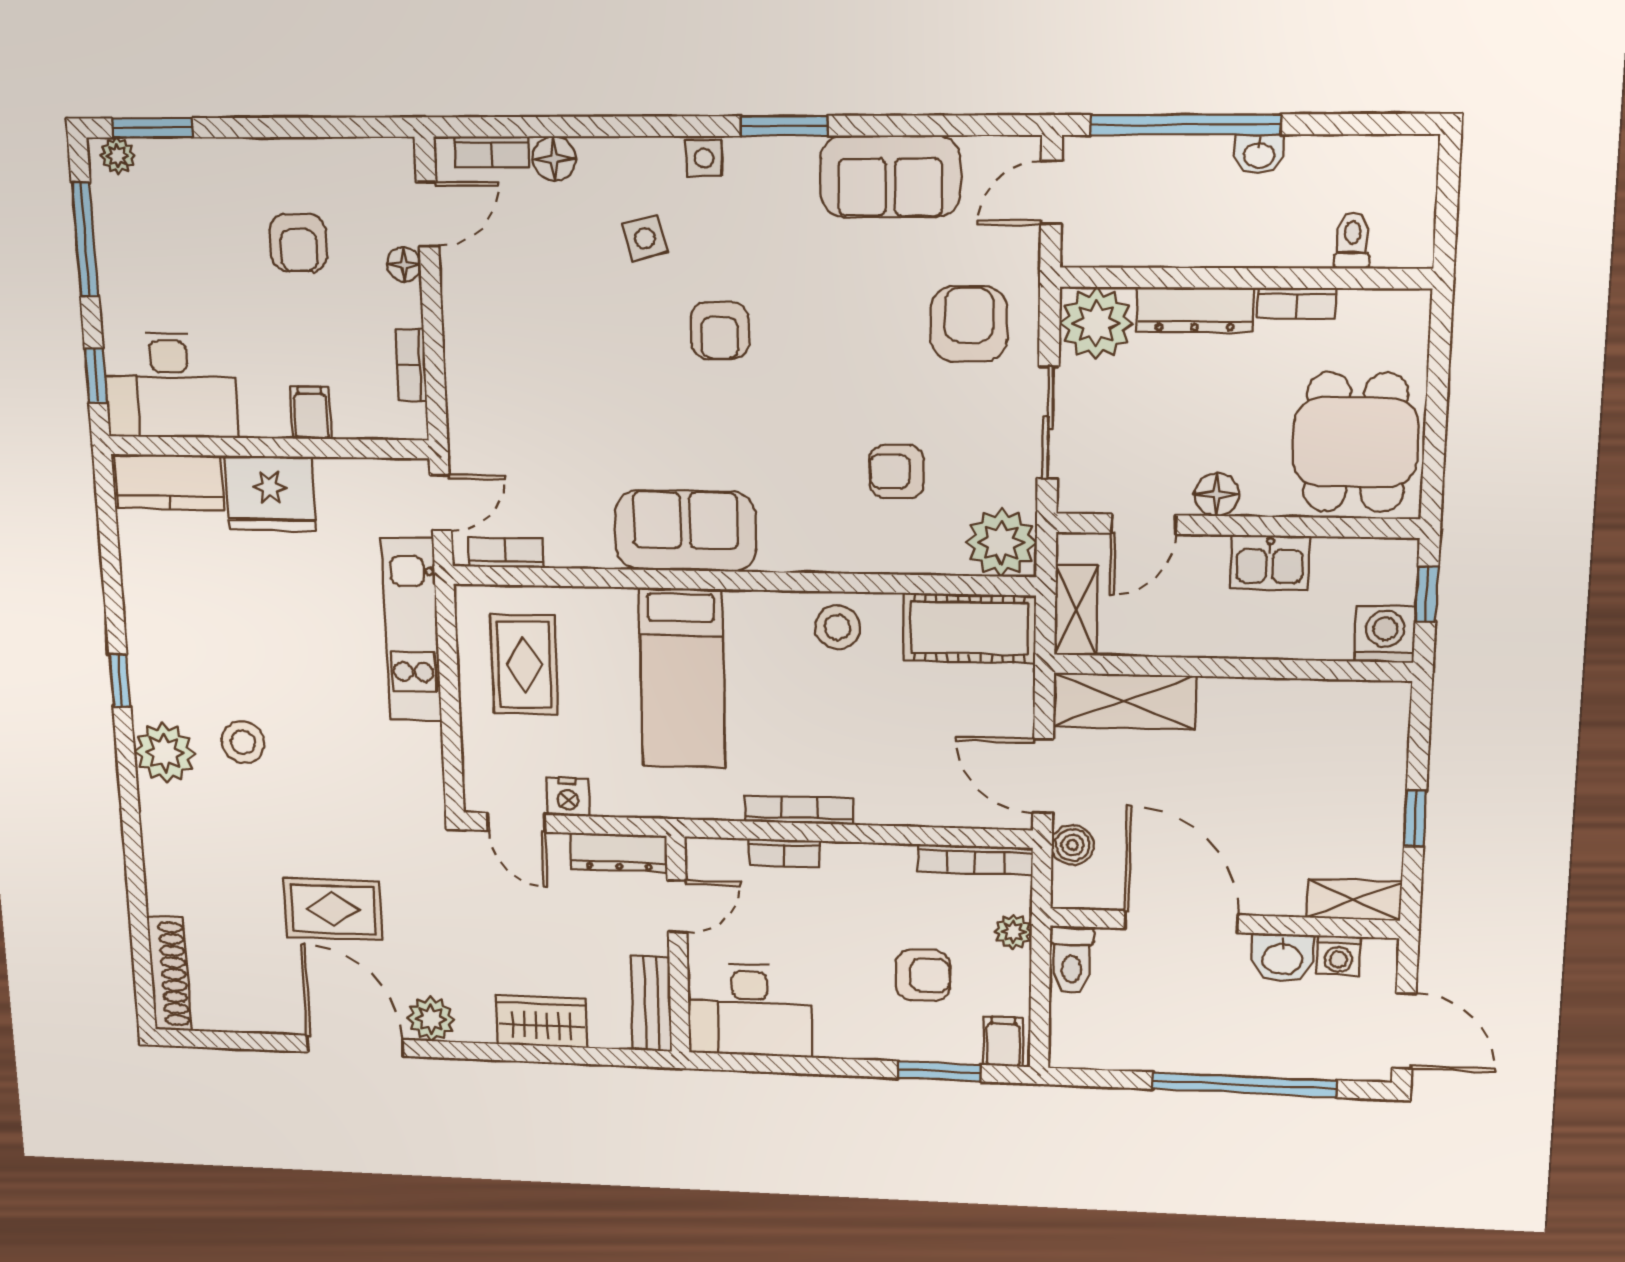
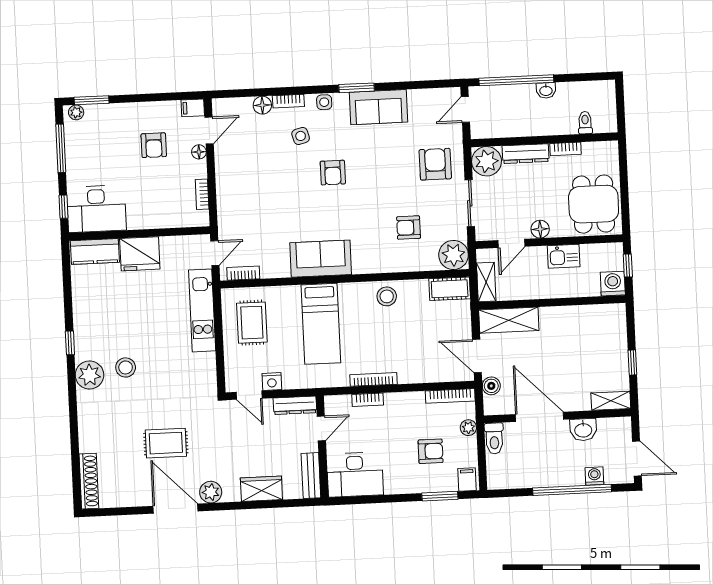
bookcase: (491, 152) -> (288, 101), moved
sofa: (890, 177) -> (379, 107), moved
filing cabinet: (311, 413) -> (193, 108), moved, turned -90
cot: (969, 628) -> (450, 289), width x0.73, depth x0.75
washing machine: (1339, 956) -> (594, 476), moved, turned 180

